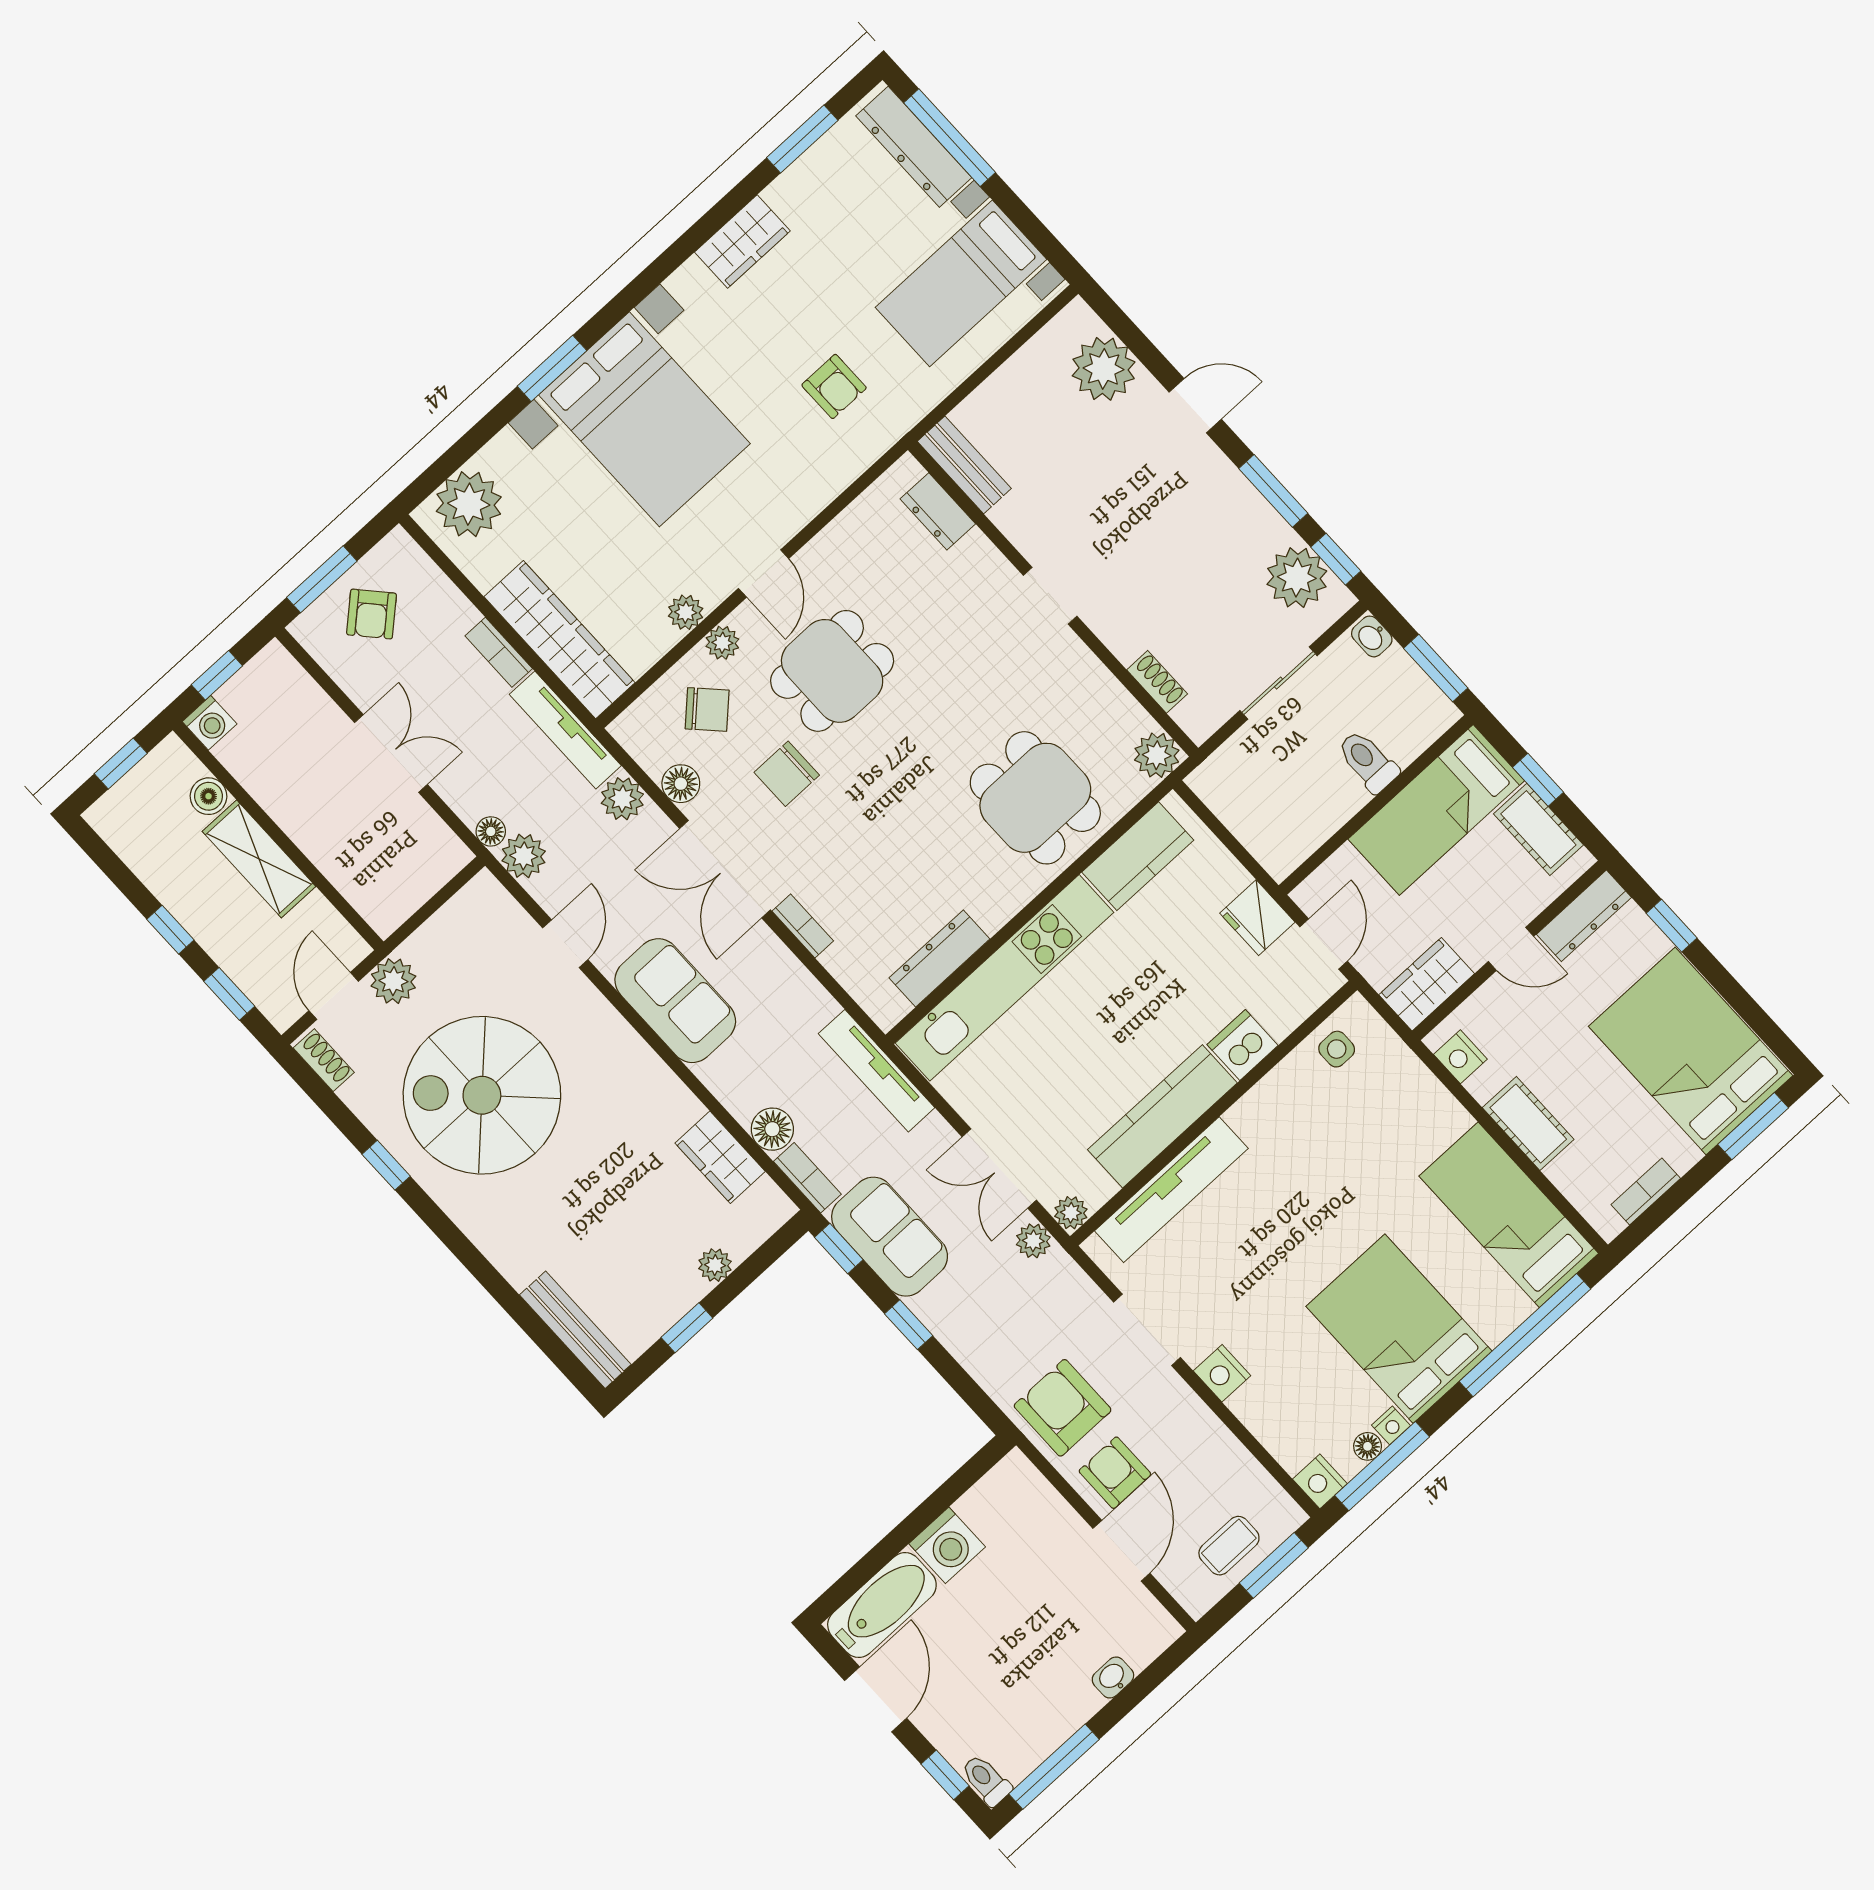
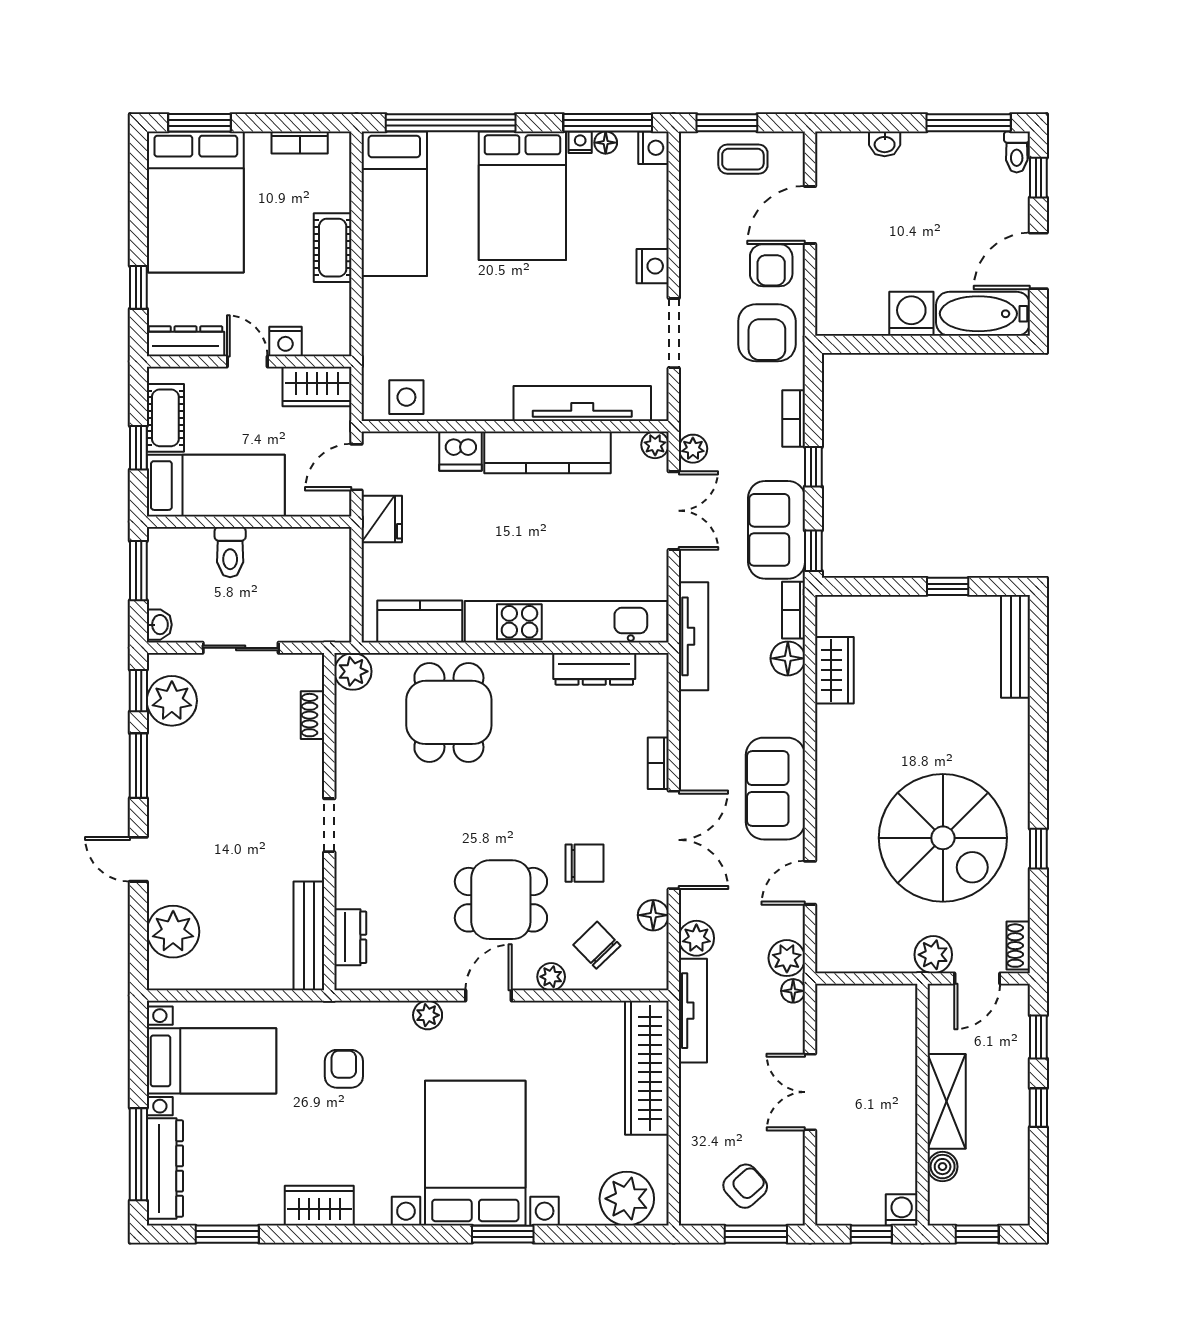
bench: (964, 465) -> (309, 936), width x1.36
plant: (686, 612) -> (428, 1015), moved
bookcase: (499, 652) -> (794, 419), moved, turned 180
side table: (1337, 1049) -> (406, 397), width x1.37, depth x1.37
nightstand: (1460, 1057) -> (285, 341), moved, turned 90
plant: (715, 1265) -> (897, 609), removed

